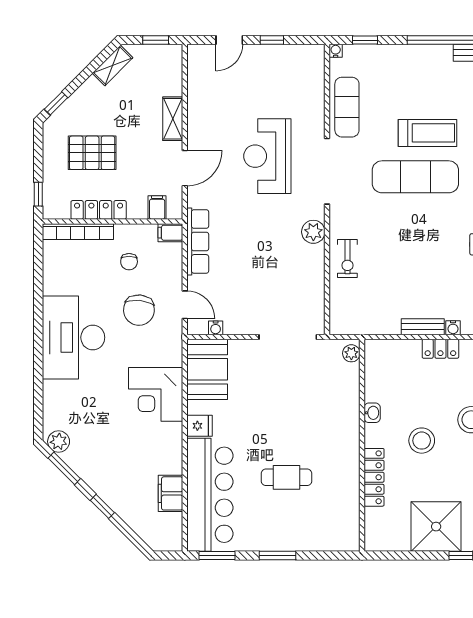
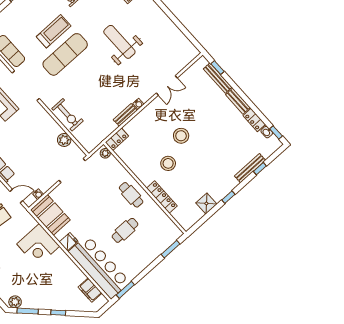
plant: (313, 232) -> (64, 140), moved
exercise bike: (347, 258) -> (67, 115), width x1.38, depth x1.39
locker: (440, 349) -> (117, 139), moved
washbasin: (372, 413) -> (137, 170), removed
cafe table: (336, 438) -> (131, 195), added
filing cabinet: (170, 493) -> (90, 290), moved
shower: (436, 527) -> (206, 203), width x0.54, depth x0.54
window: (277, 556) -> (170, 249), moved

